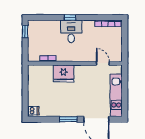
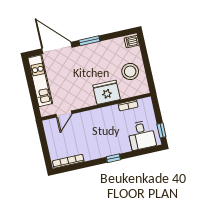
desk: (71, 31) -> (142, 135), moved
door: (103, 63) -> (64, 114), hinge flipped
stool: (40, 86) -> (130, 71), added

